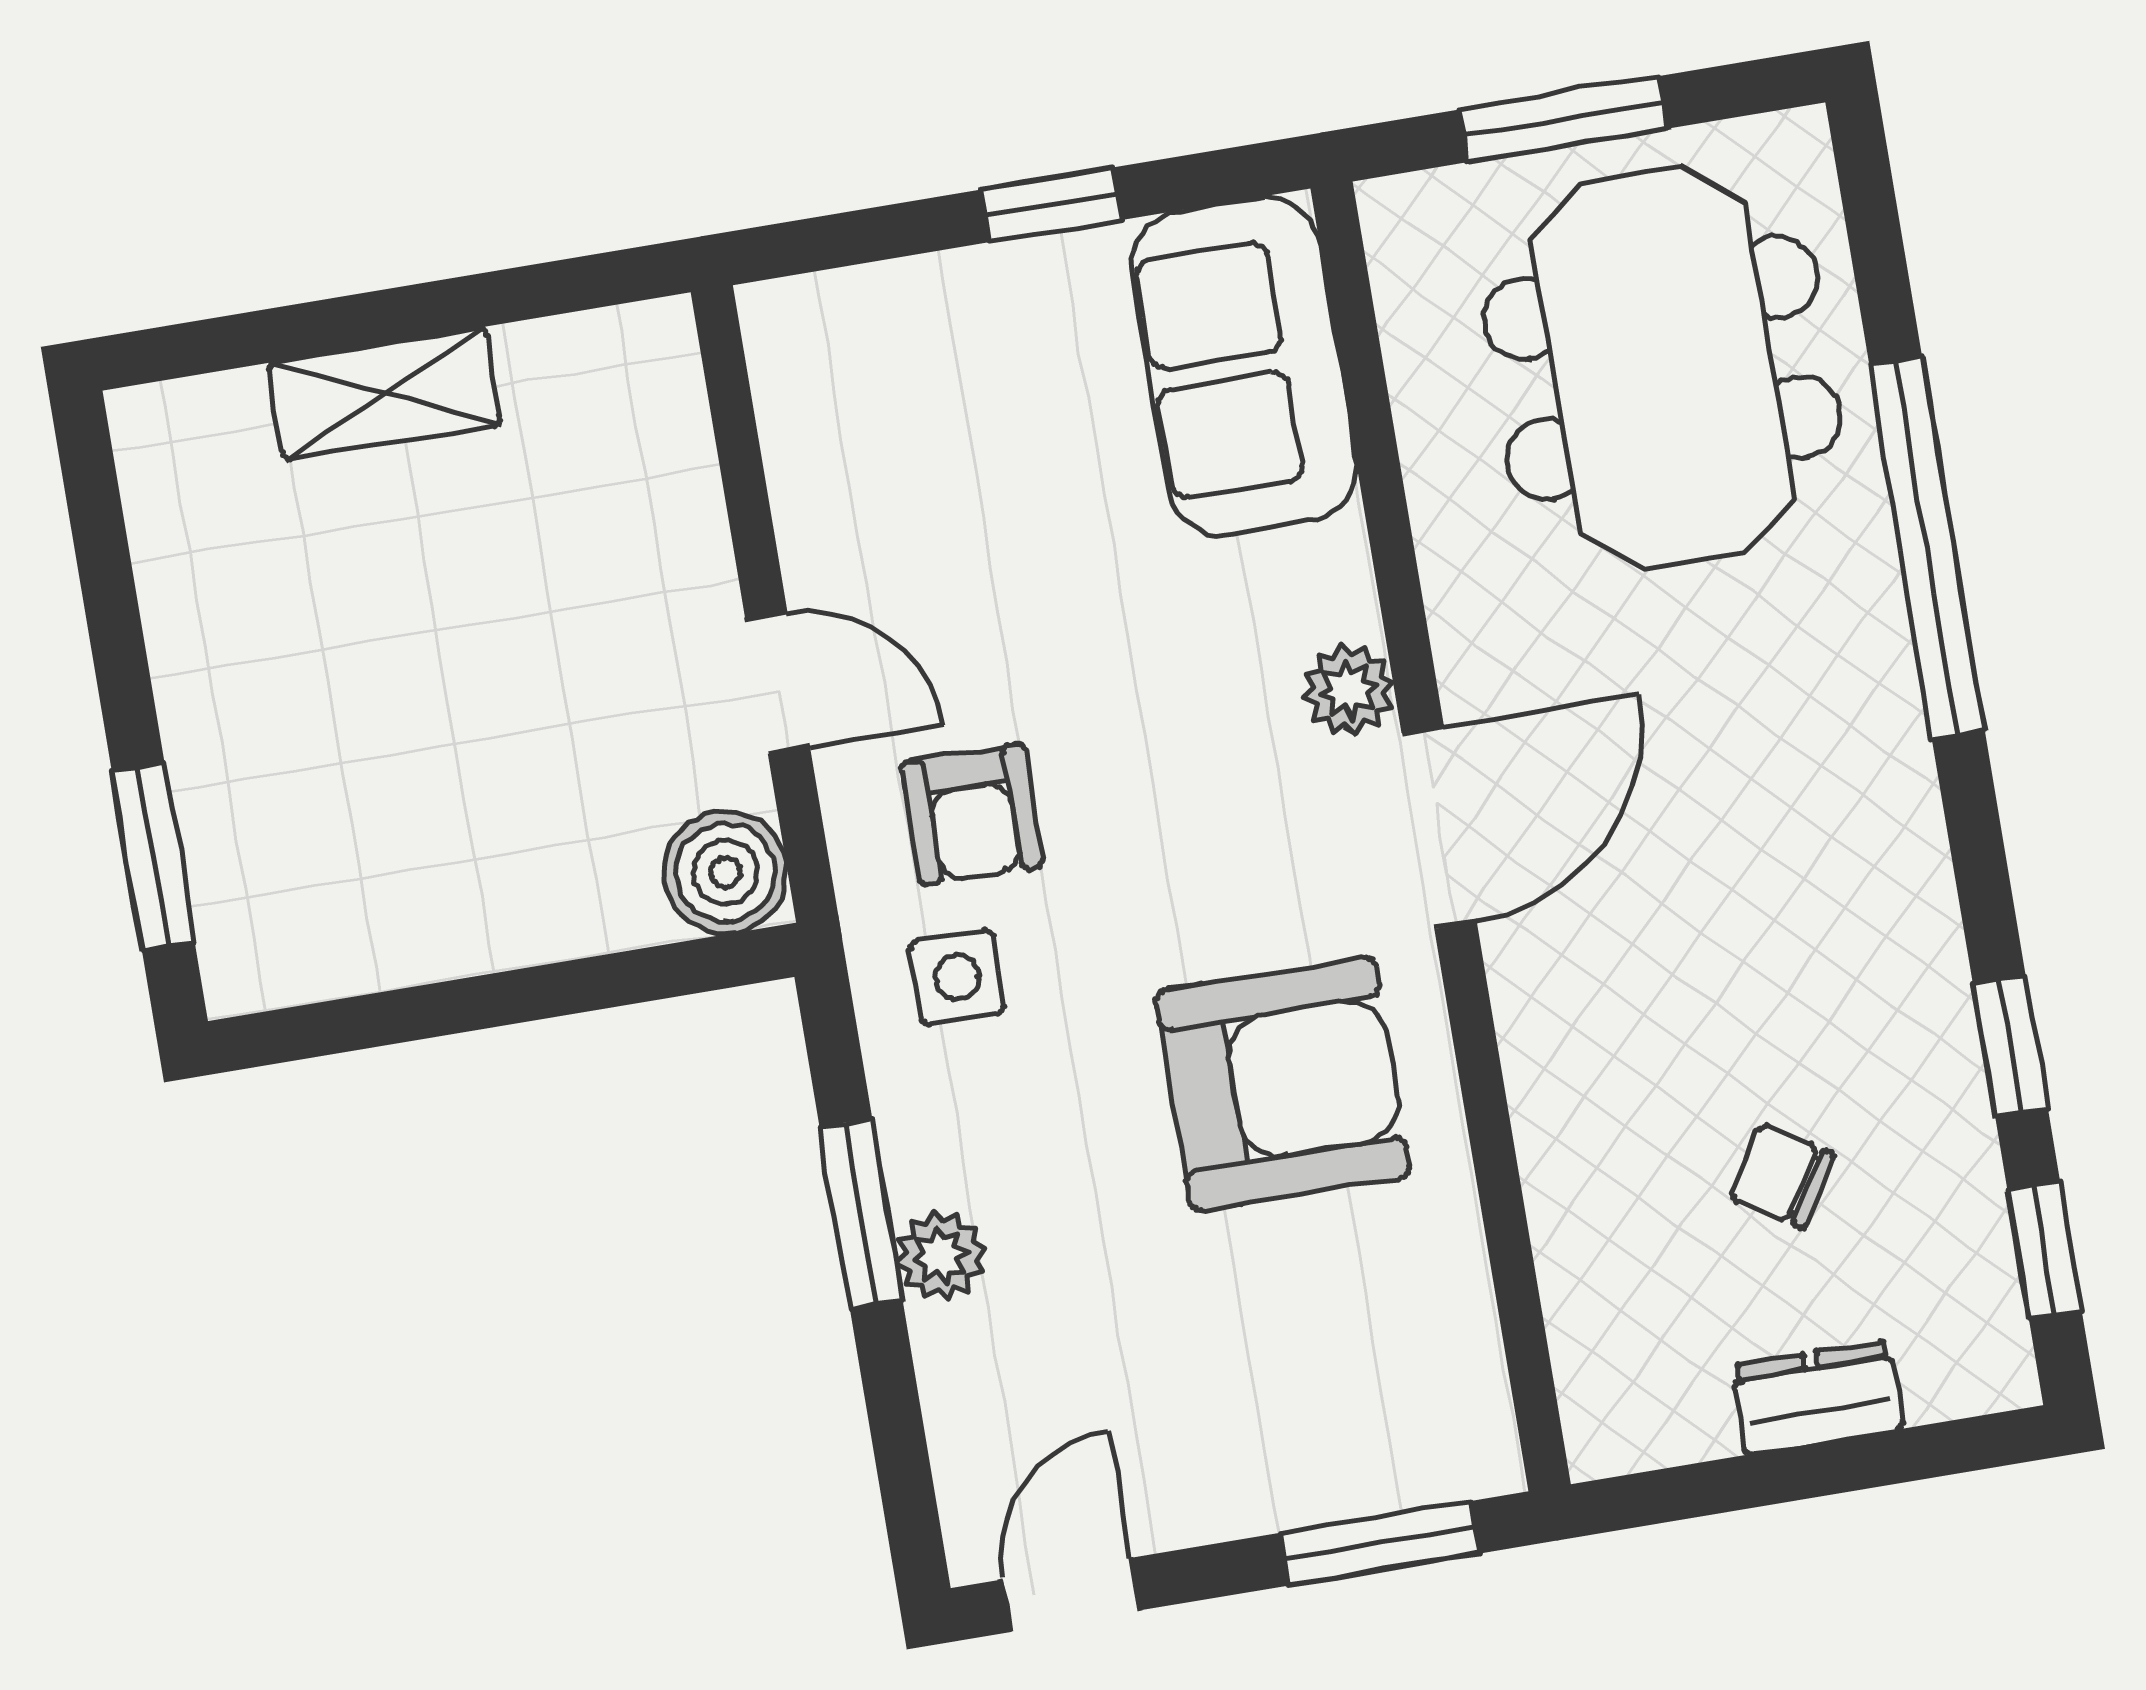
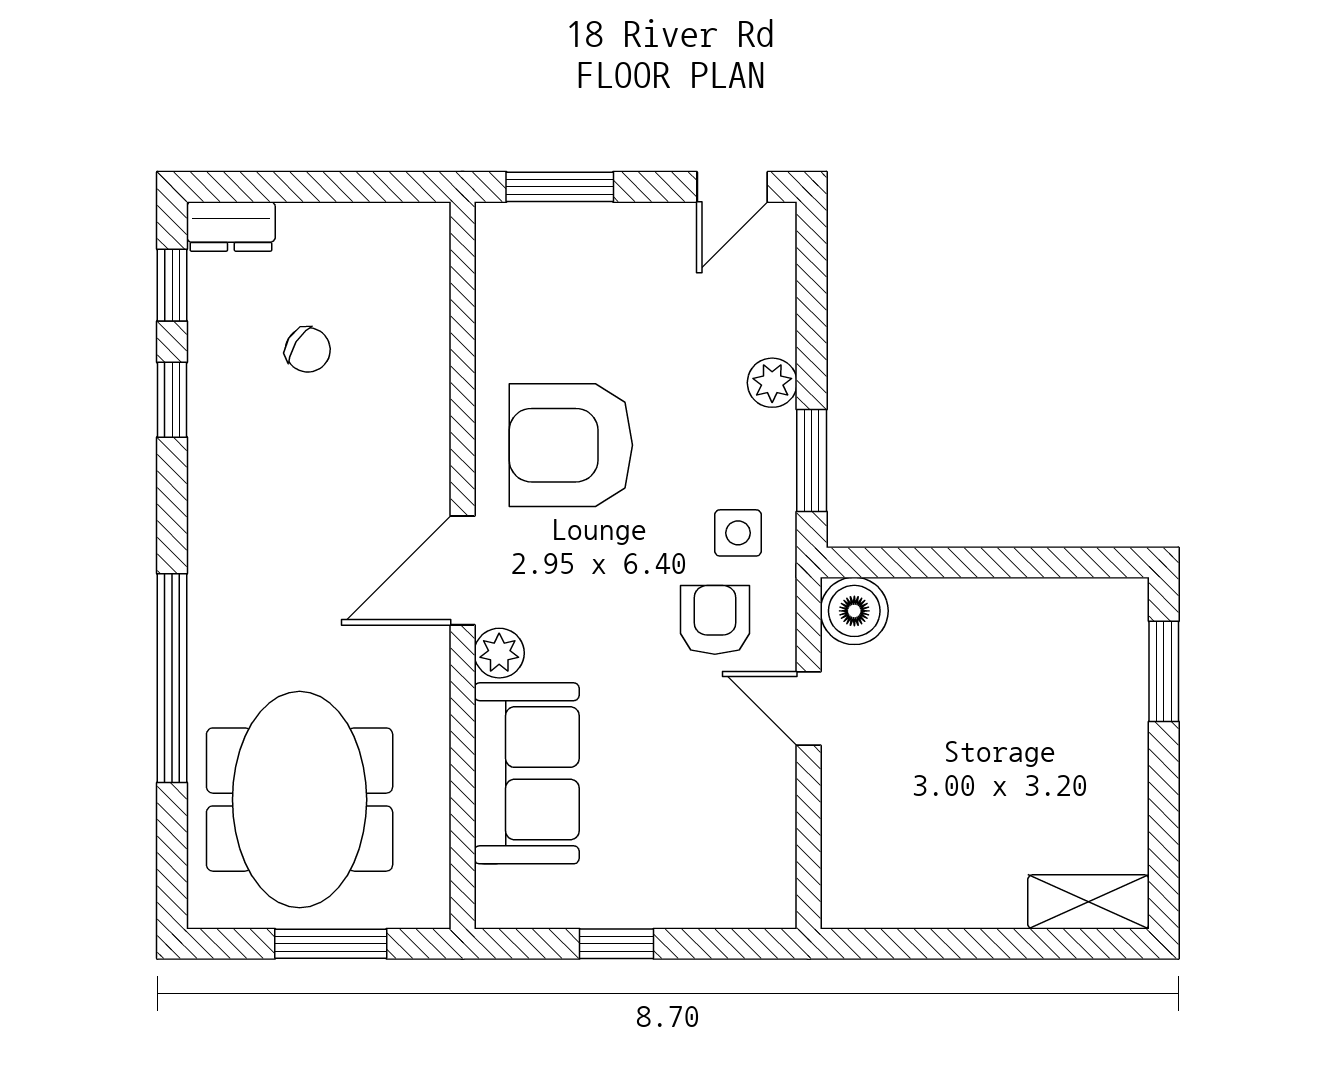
sofa: (1244, 366) -> (527, 773), moved
shelving: (385, 394) -> (1088, 902), moved
window: (861, 1214) -> (812, 460), moved
dresser: (1817, 1397) -> (231, 226), moved

